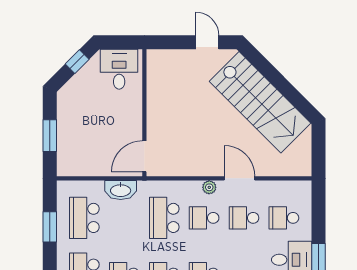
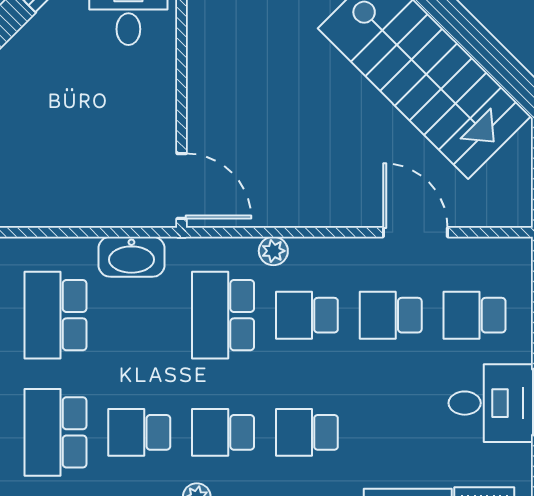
door: (144, 156) -> (182, 186), swing flipped
door: (240, 178) -> (415, 232), moved
plant: (209, 187) -> (273, 251), moved

